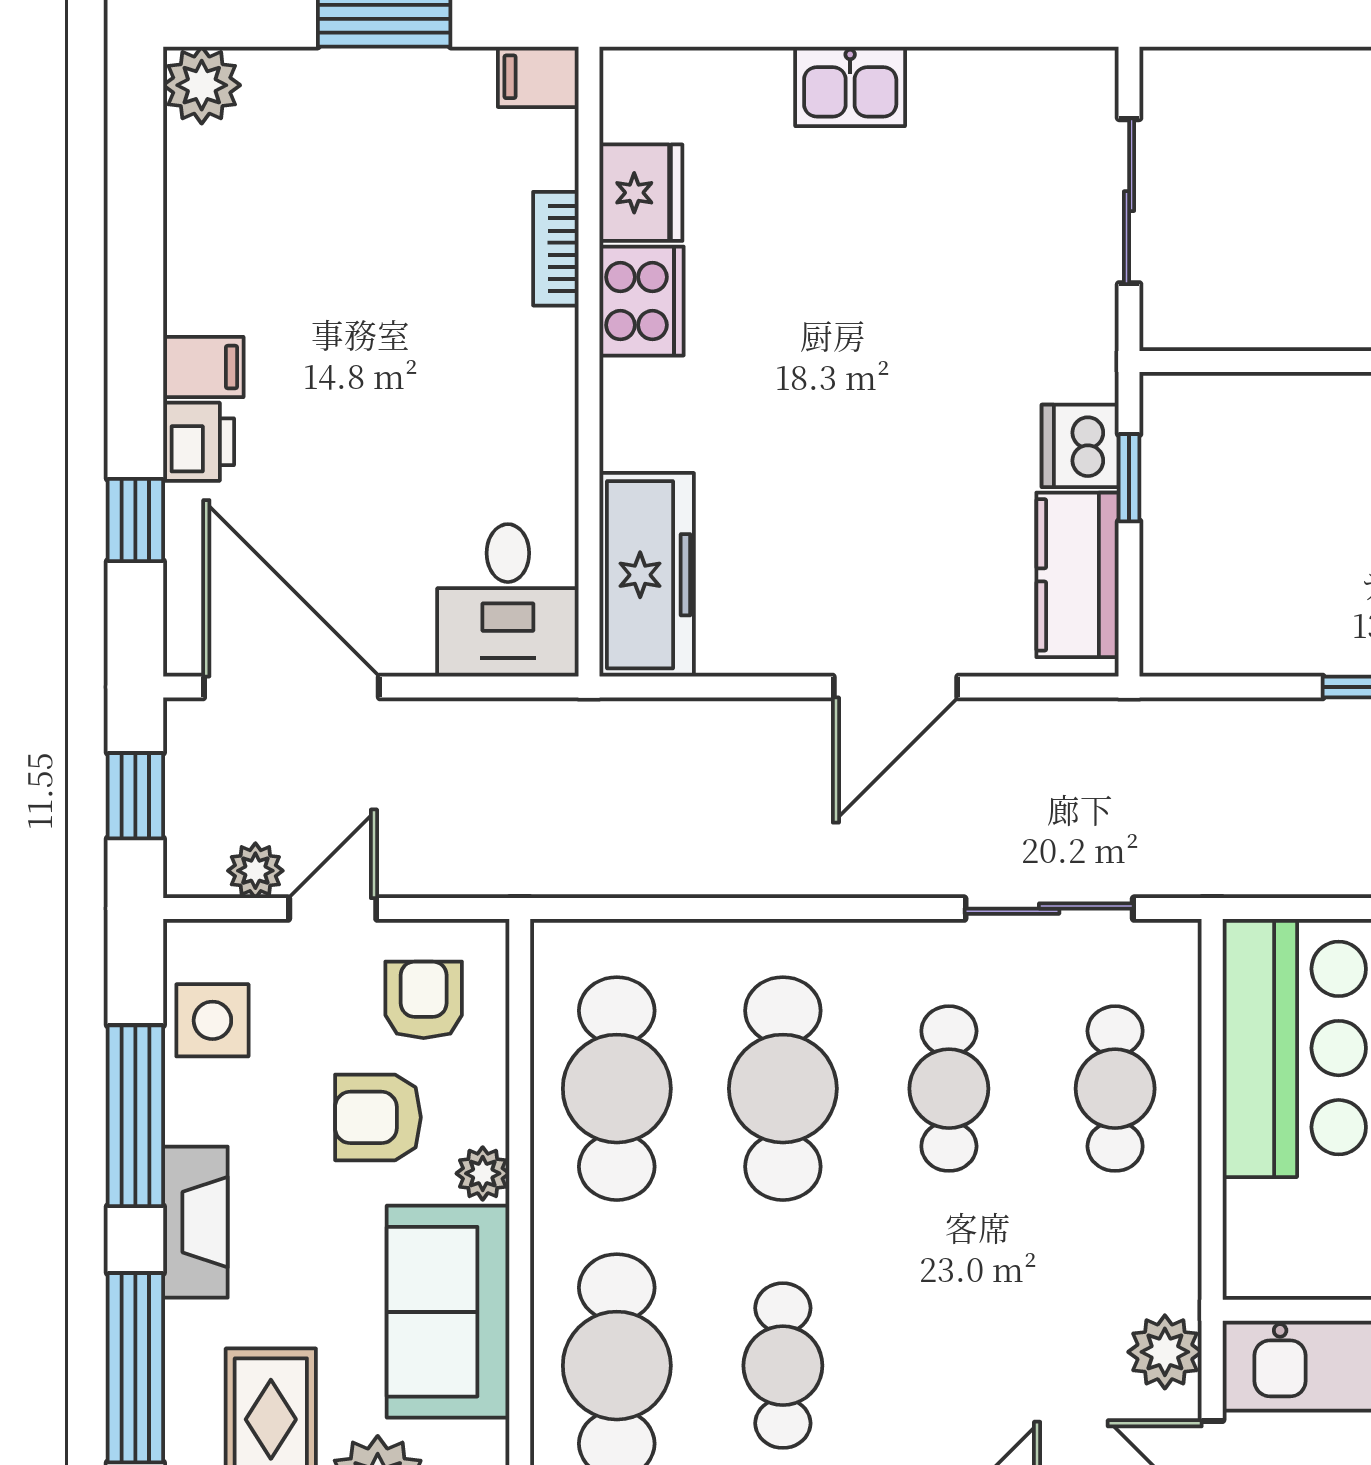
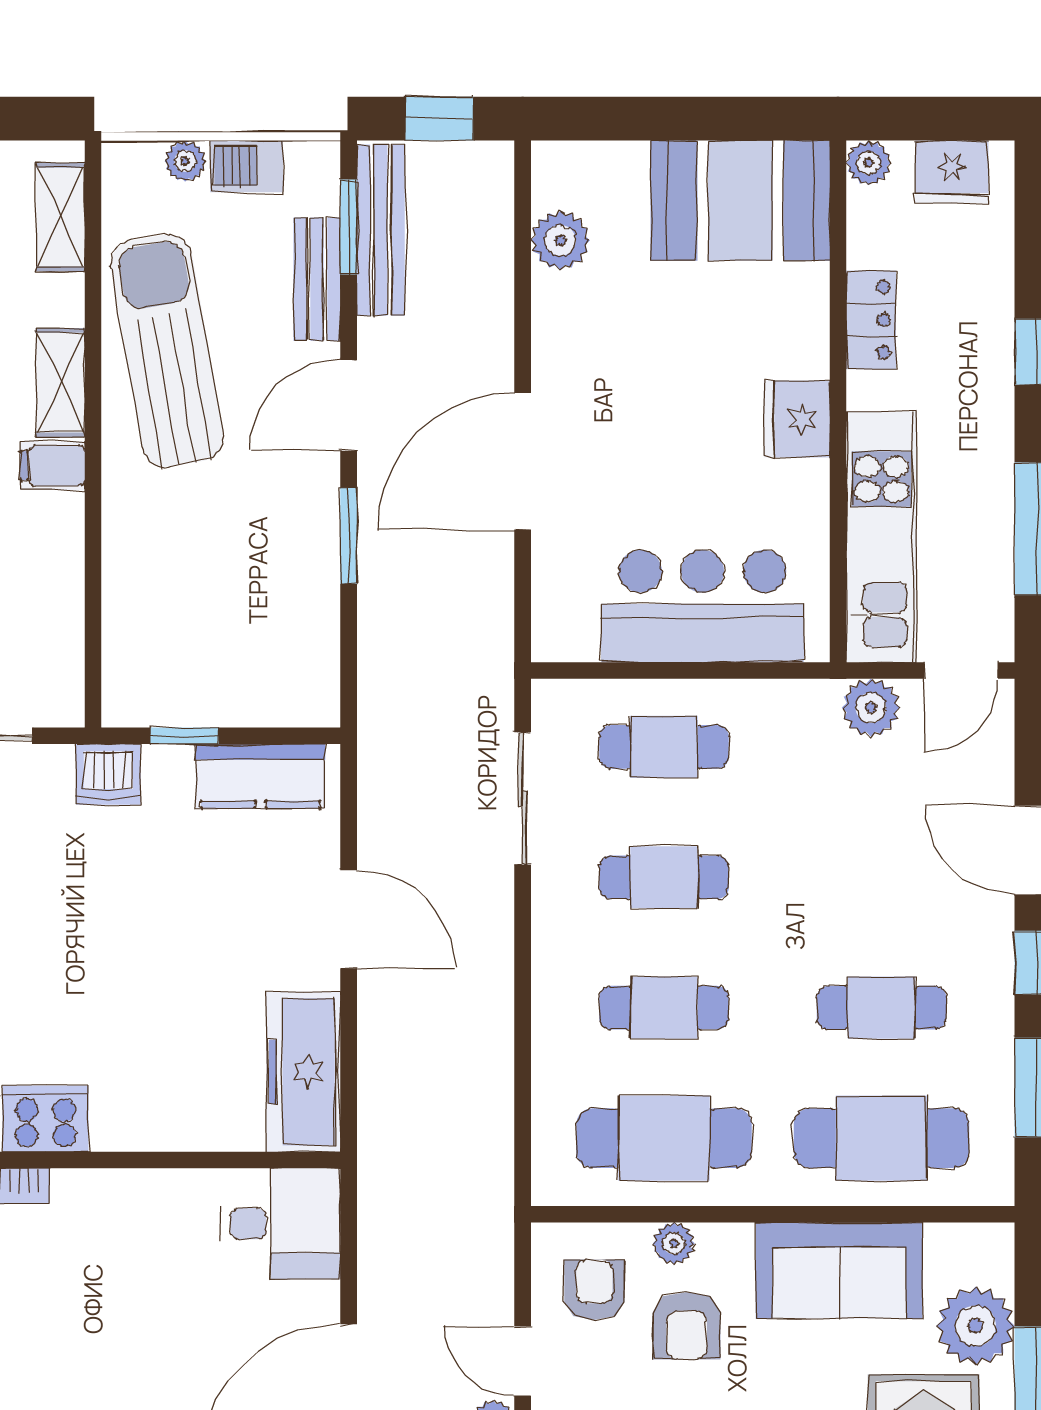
dishwasher: (1080, 446) -> (108, 774), moved
freezer: (647, 575) -> (303, 1072), moved, turned -90
armchair: (424, 1000) -> (594, 1290), turned 90
bar counter: (1294, 1048) -> (703, 606), moved
cafe table: (783, 1089) -> (664, 1008), width x0.73, depth x0.74
plant: (483, 1173) -> (674, 1243), moved

